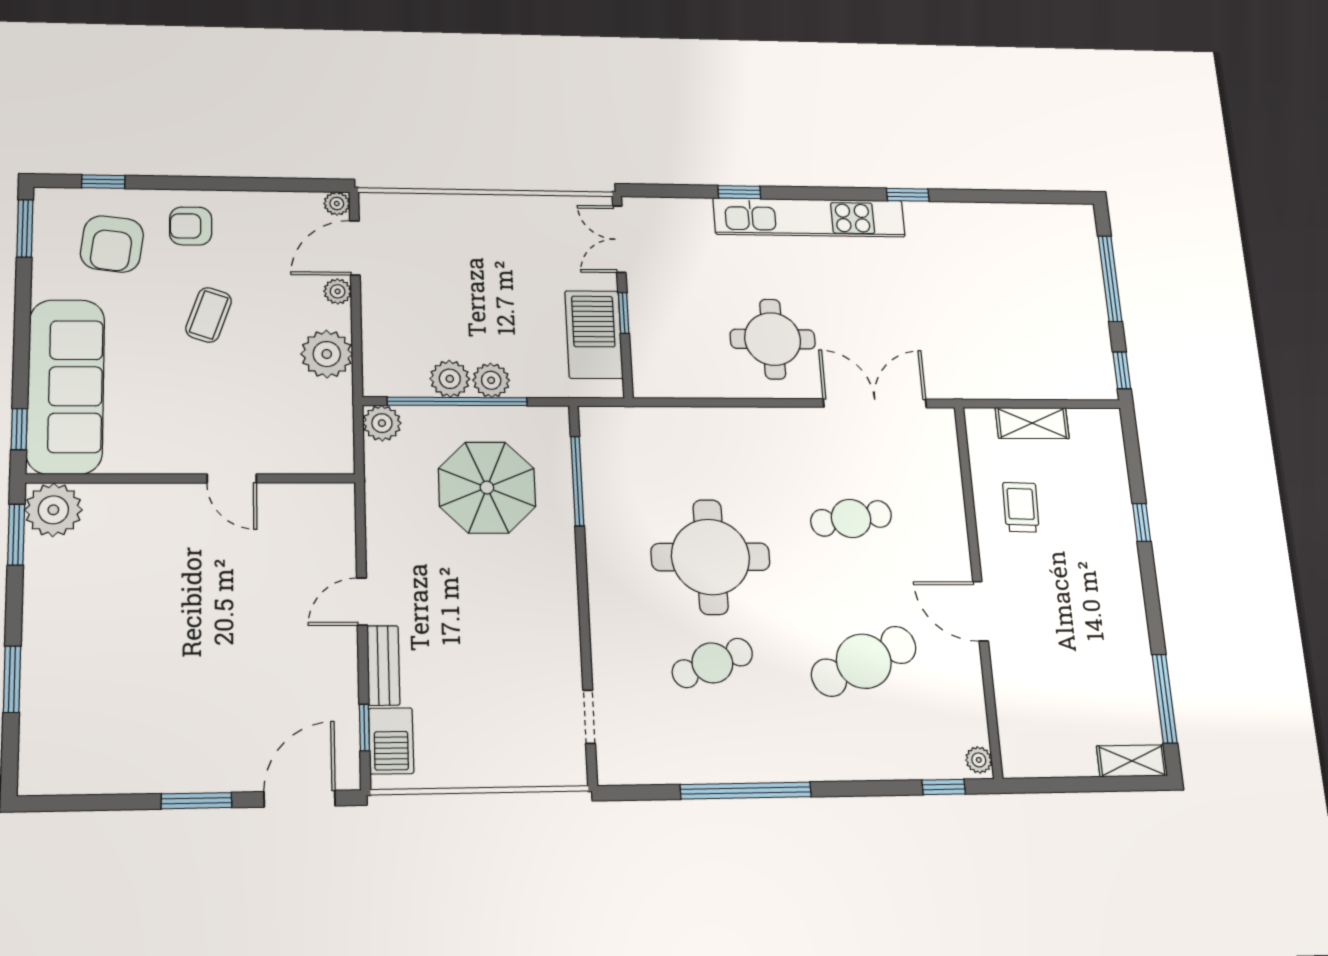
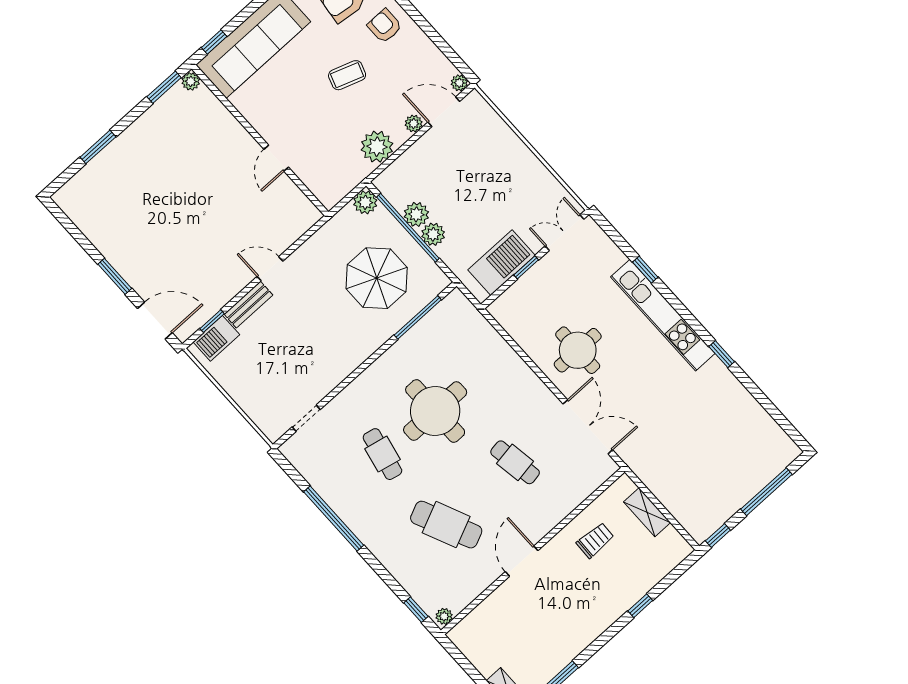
plant: (53, 510) -> (191, 81), width x0.53, depth x0.53
cafe table: (712, 663) -> (382, 454), turned 33

